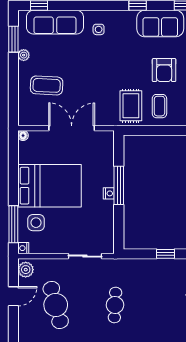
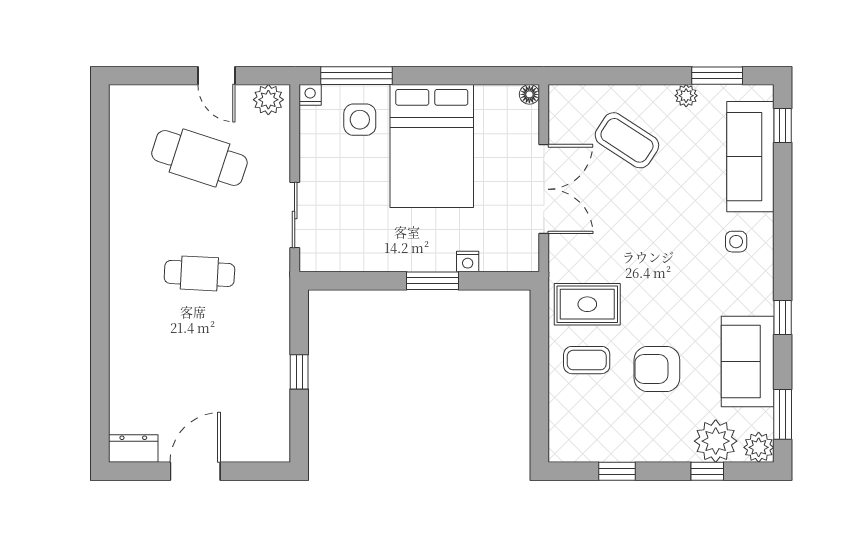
coffee table: (47, 85) -> (627, 140), turned -60
window: (119, 185) -> (432, 281), width x0.69
nightstand: (109, 193) -> (468, 262), moved
cafe table: (56, 305) -> (199, 158), turned 33

